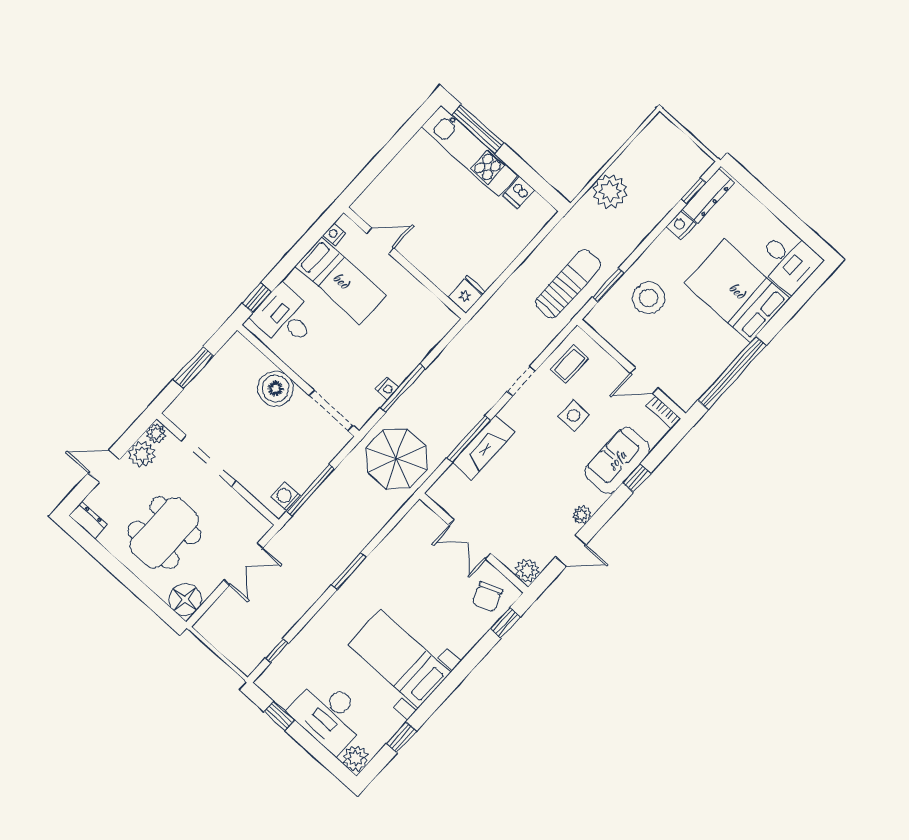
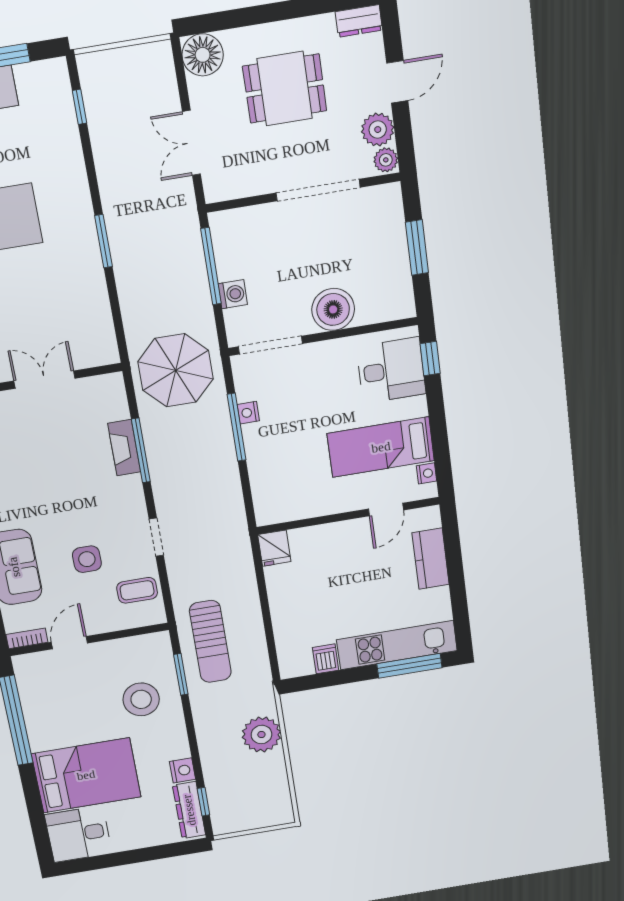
kitchen counter: (390, 181) -> (431, 559), added
coffee table: (570, 364) -> (137, 590), turned 90
fireplace: (484, 447) -> (124, 448), width x0.73, depth x0.76
washing machine: (285, 497) -> (233, 294), moved
dining table: (164, 533) -> (285, 89), width x0.73

